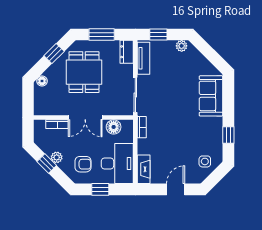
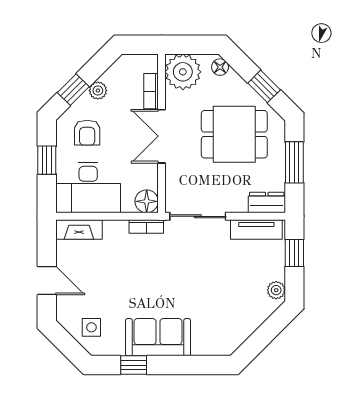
sofa: (211, 96) -> (158, 337), moved
plant: (45, 104) -> (183, 72), added
floor lamp: (114, 127) -> (147, 201), moved
window: (47, 164) -> (73, 90), moved

